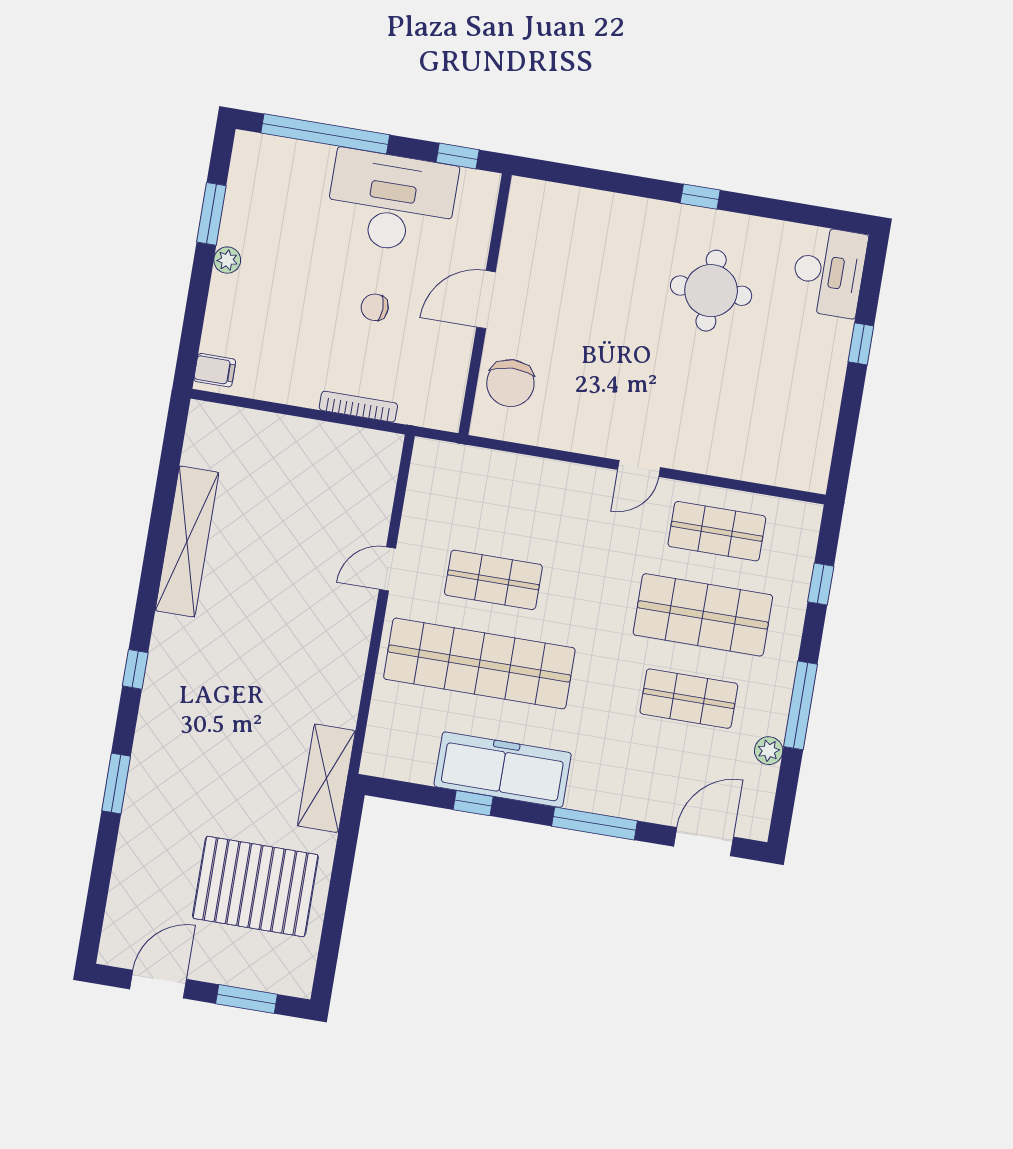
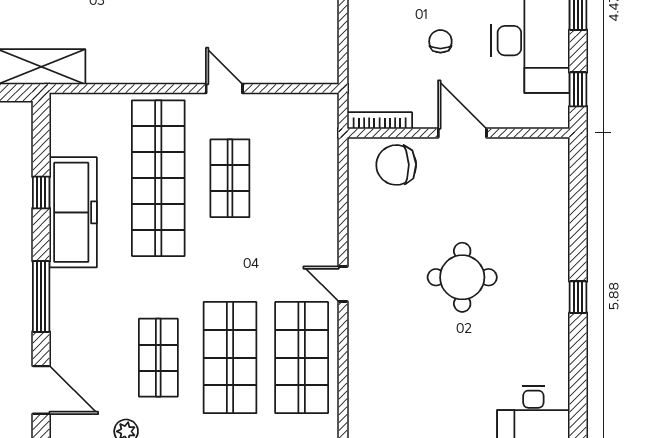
round table: (711, 291) -> (462, 277), moved
bookcase: (358, 407) -> (380, 121), moved, turned -90
shop shelf: (717, 531) -> (302, 358), width x1.43, depth x1.36

